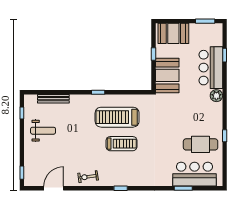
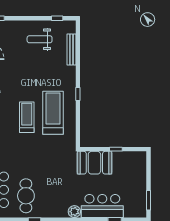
booth: (173, 33) -> (136, 169), removed
weight bench: (43, 131) -> (40, 39), turned 90
treadmill: (121, 144) -> (27, 117), turned 180

